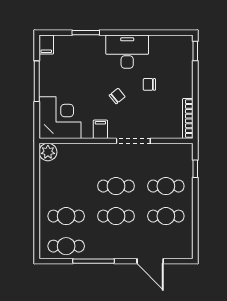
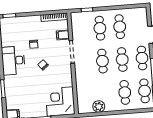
filing cabinet: (100, 129) -> (63, 35), moved
plant: (48, 152) -> (99, 106), moved
cafe table: (116, 246) -> (142, 58), added

